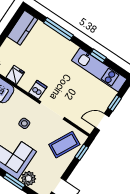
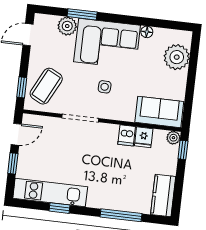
dishwasher: (38, 90) -> (127, 135), moved

